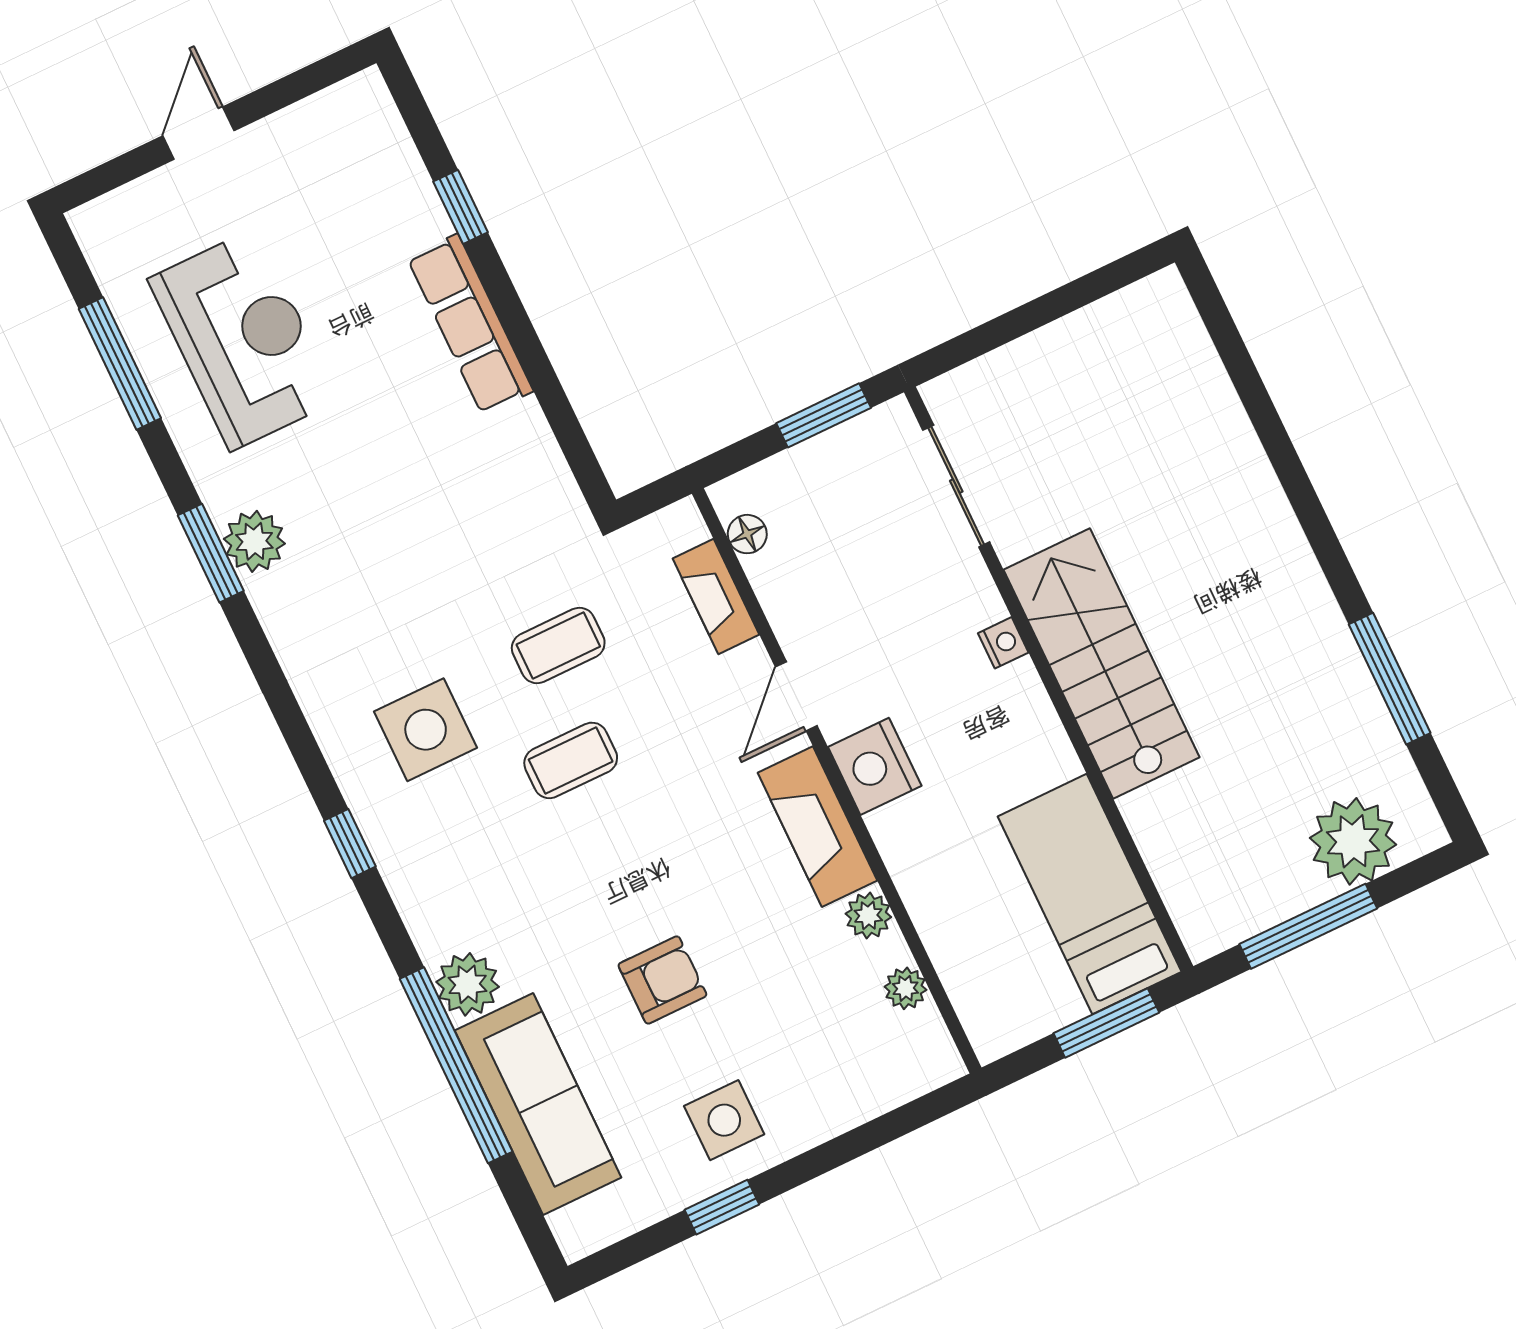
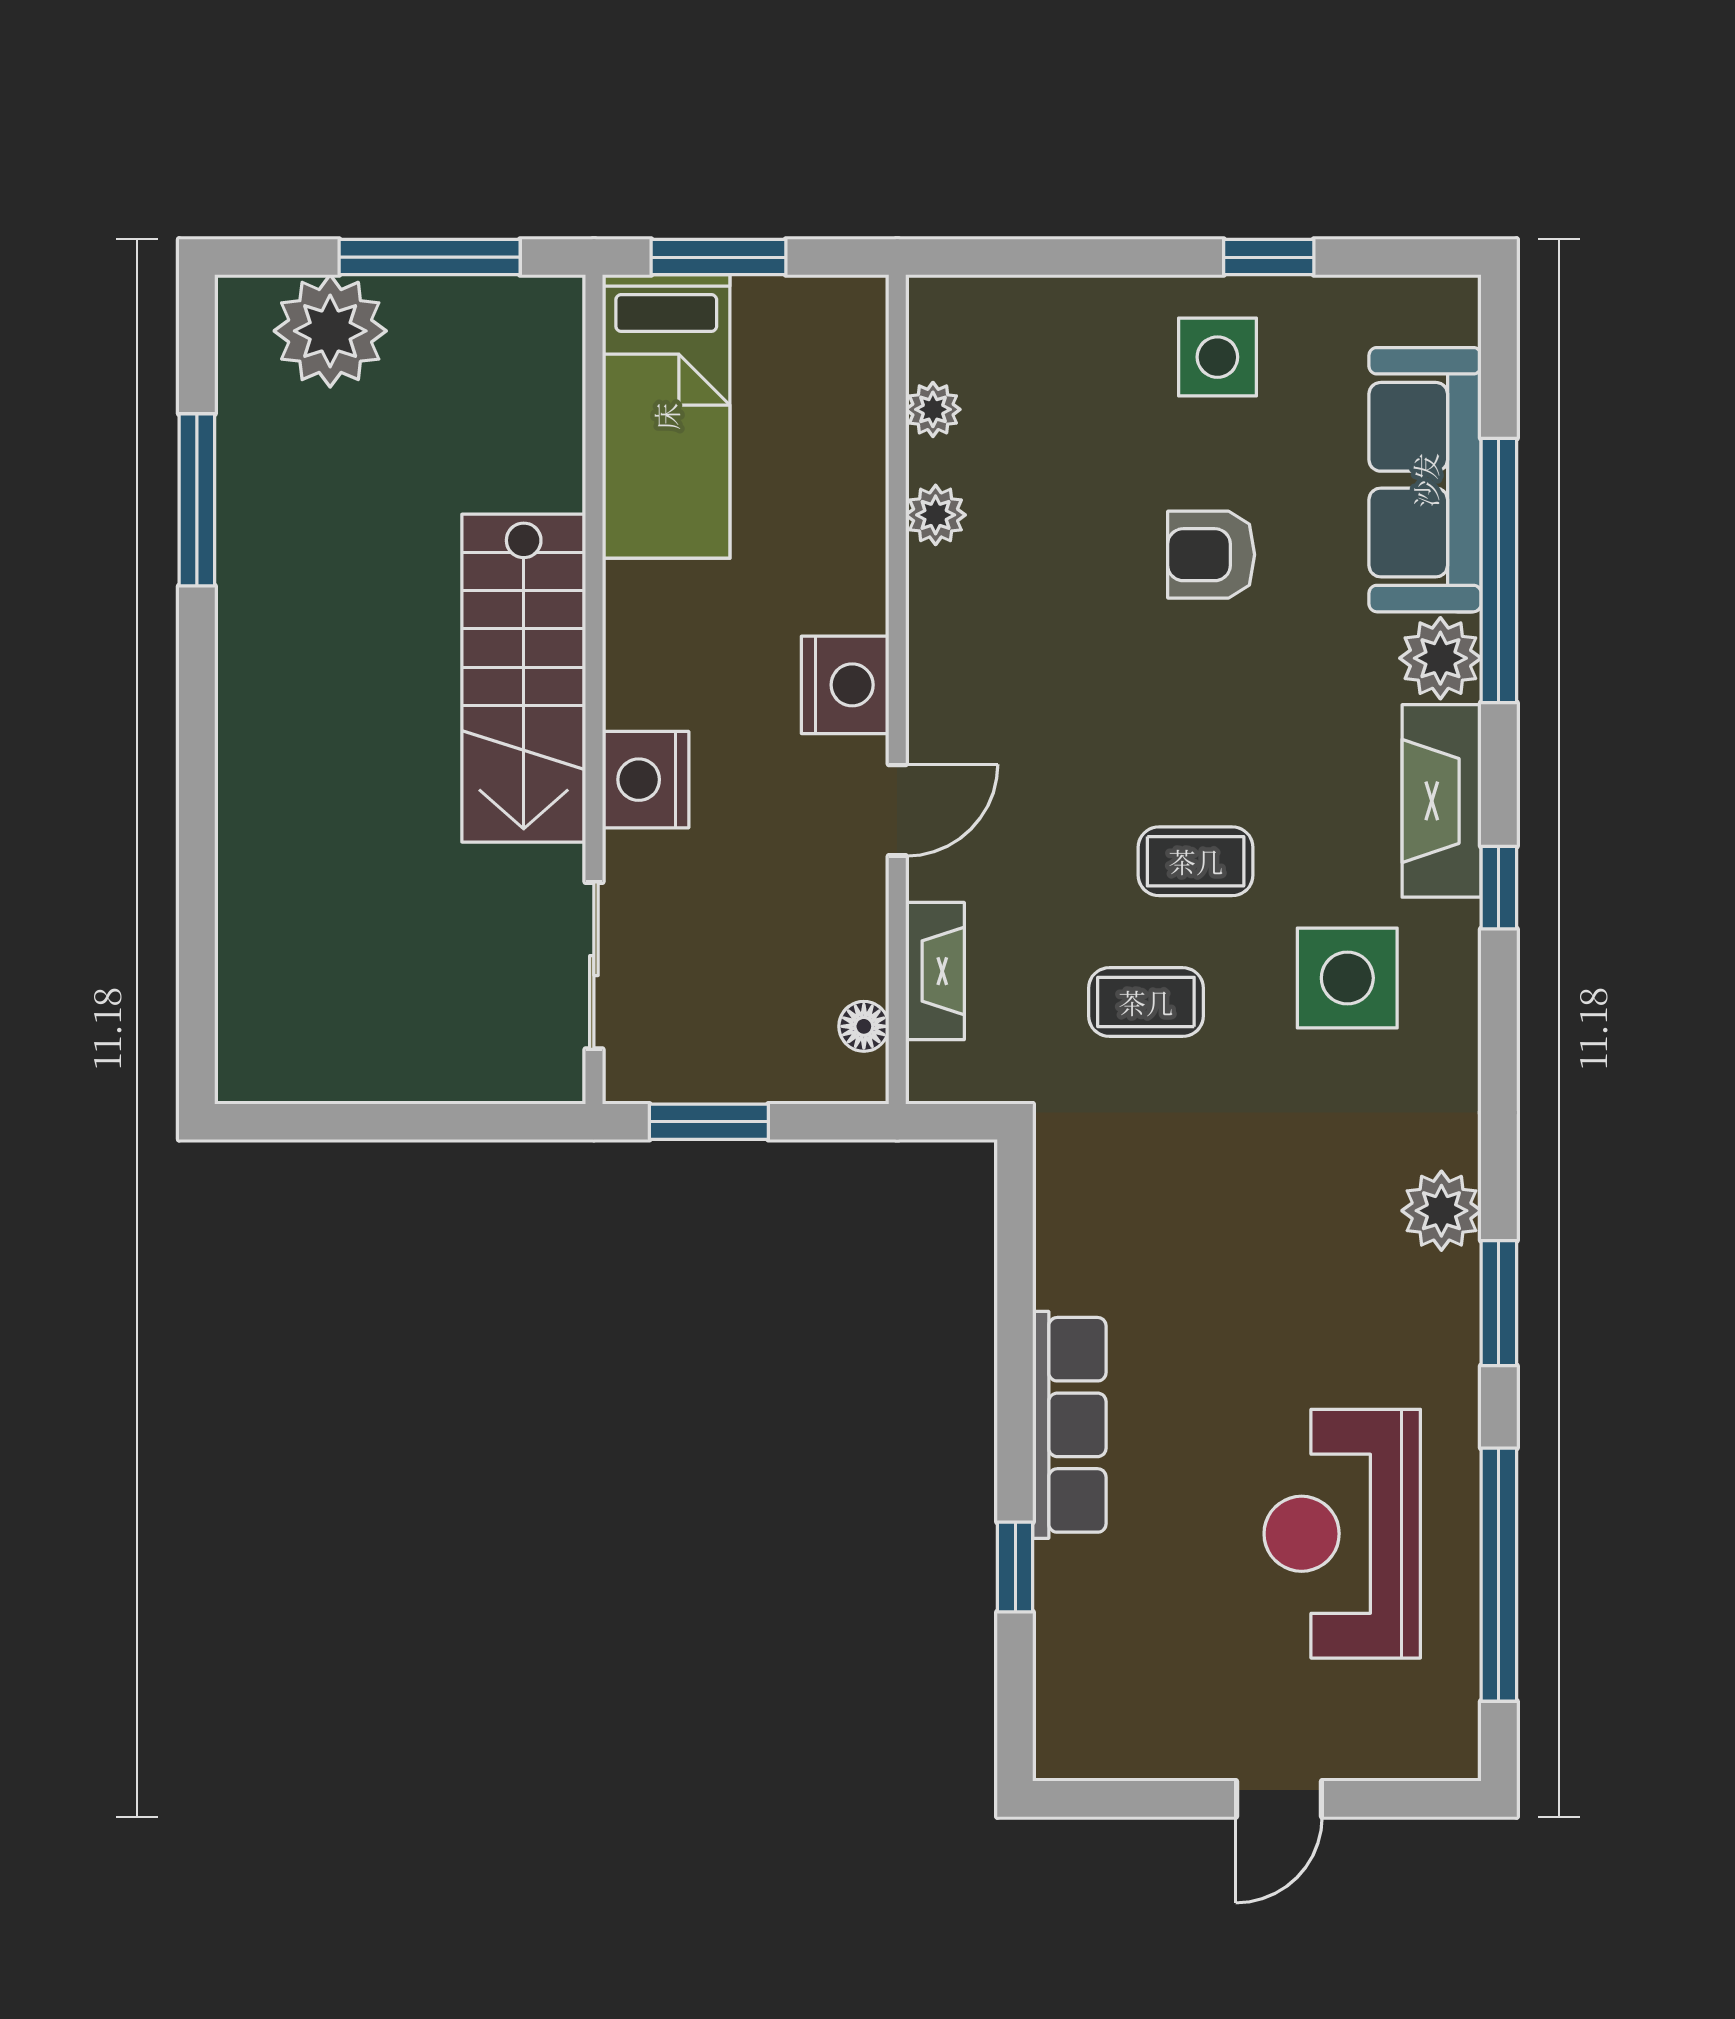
window: (120, 363) -> (1499, 1575), width x1.46
plant: (254, 541) -> (1441, 1211), moved
nightstand: (1003, 643) -> (646, 780), width x1.89, depth x1.79
fireplace: (817, 827) -> (1442, 801), moved, turned 180

